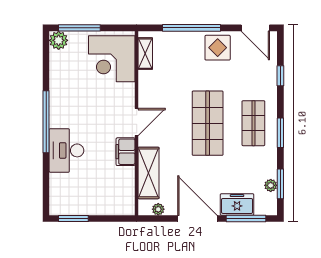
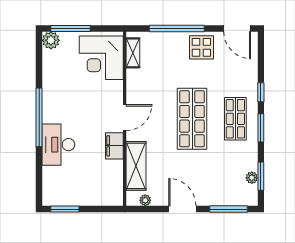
window: (280, 76) -> (261, 92), moved
freezer: (237, 204) -> (220, 196), removed
door: (197, 219) -> (182, 209), width x0.73

